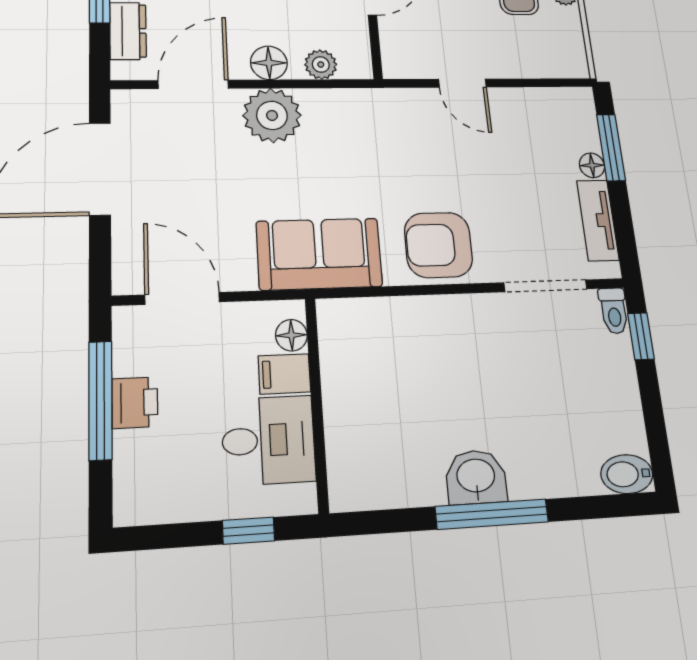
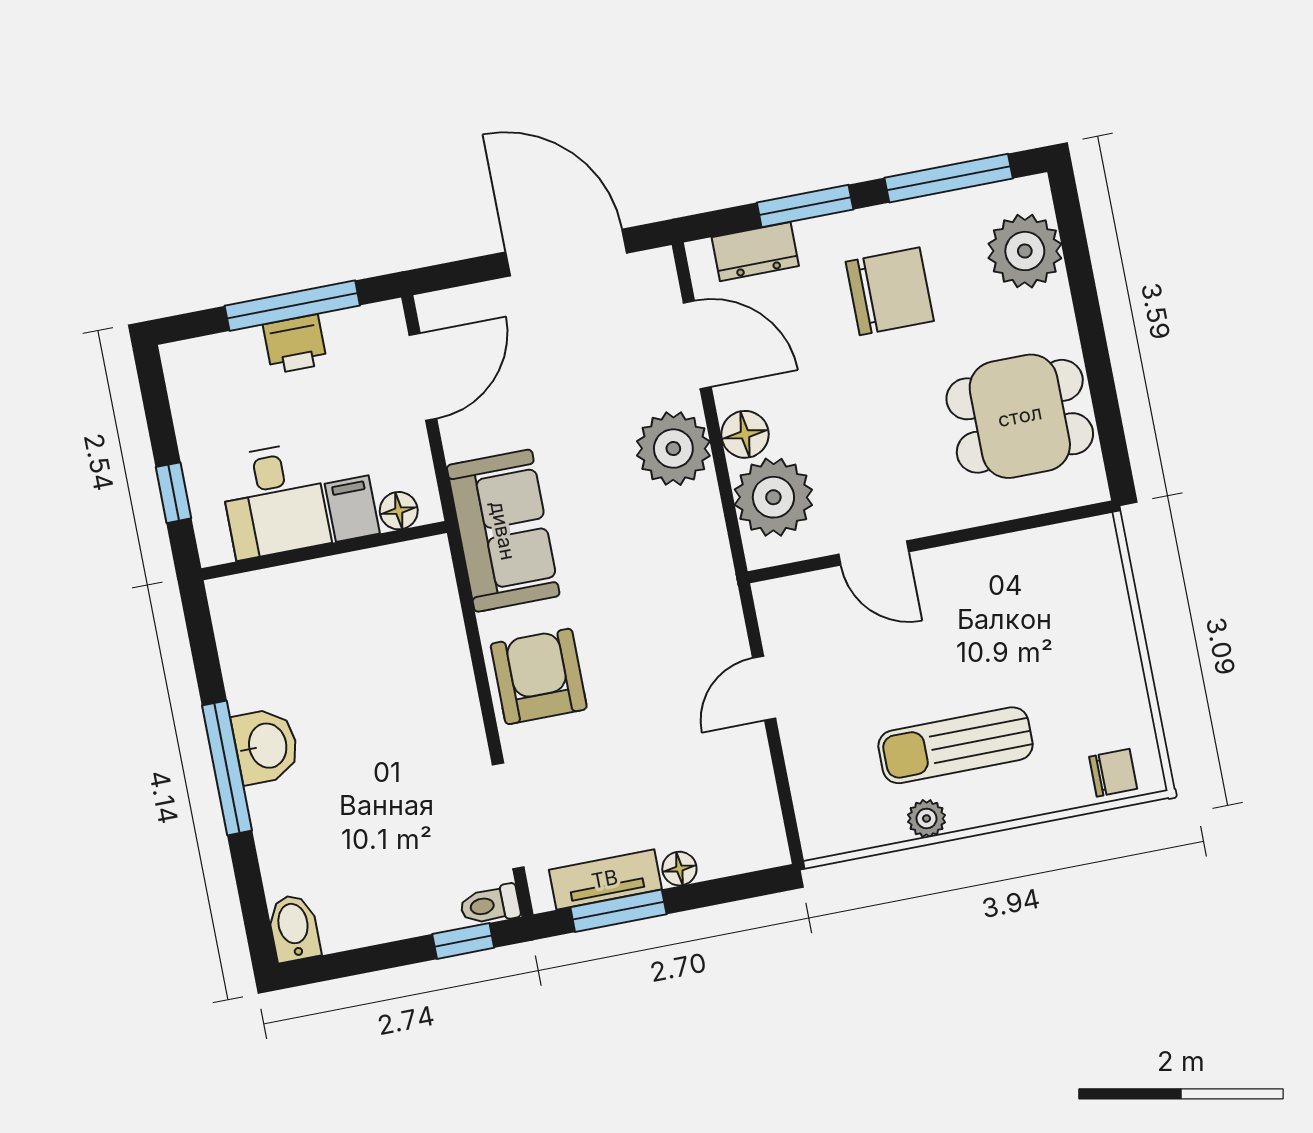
plant: (321, 65) -> (773, 497), width x1.87, depth x1.87
window: (611, 147) -> (618, 911), moved

